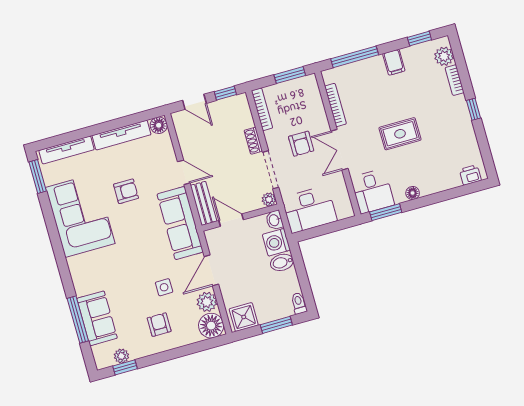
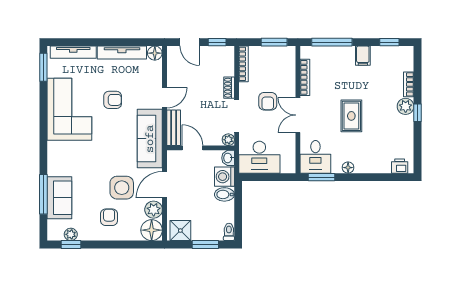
plant: (444, 56) -> (406, 106), moved
rug: (400, 134) -> (351, 116), turned 90
door: (184, 172) -> (164, 98), hinge flipped
side table: (164, 287) -> (122, 188), width x1.87, depth x1.87

